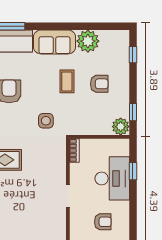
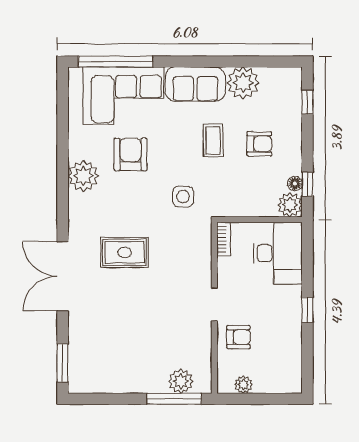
floor lamp: (124, 112) -> (295, 184), added
window: (133, 171) -> (307, 310), moved
desk: (112, 178) -> (278, 253), moved
armchair: (103, 222) -> (238, 337), moved

